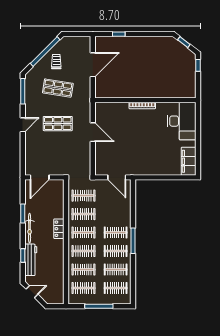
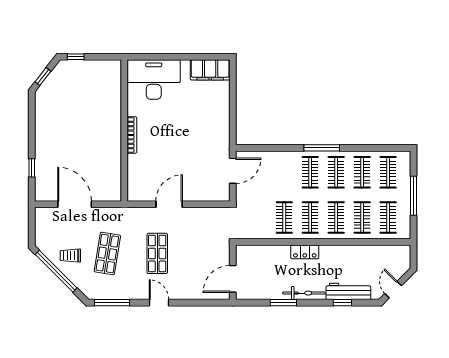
door: (40, 177) -> (233, 279), swing flipped
clothes rail: (83, 196) -> (258, 217), removed

